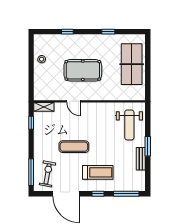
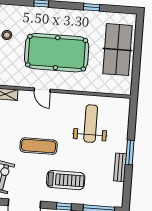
pool table: (83, 70) -> (57, 53), width x1.36, depth x1.32
weight bench: (129, 125) -> (91, 124), moved, turned 180

